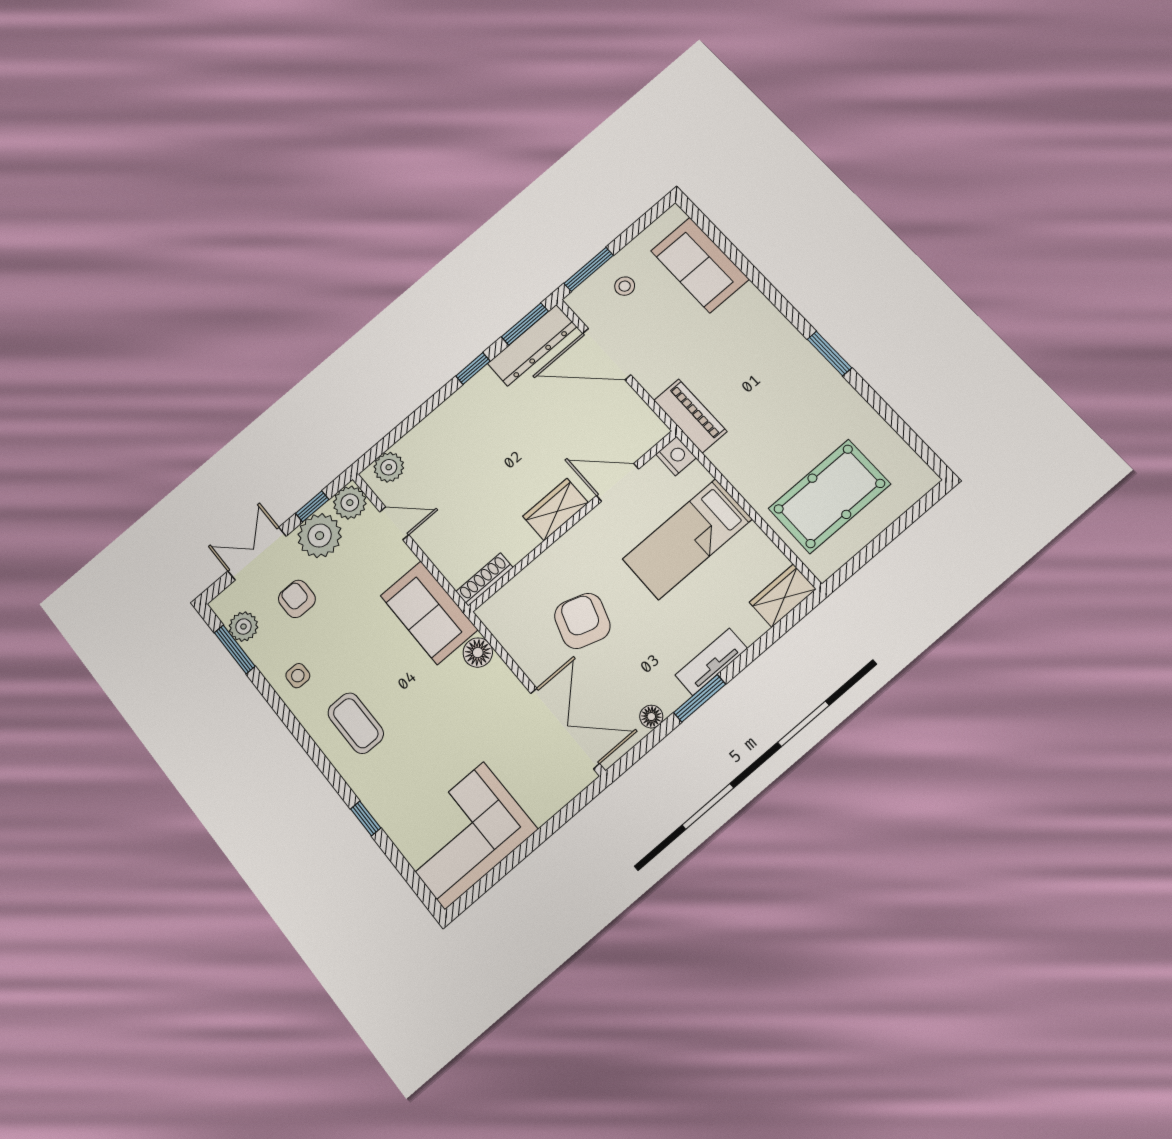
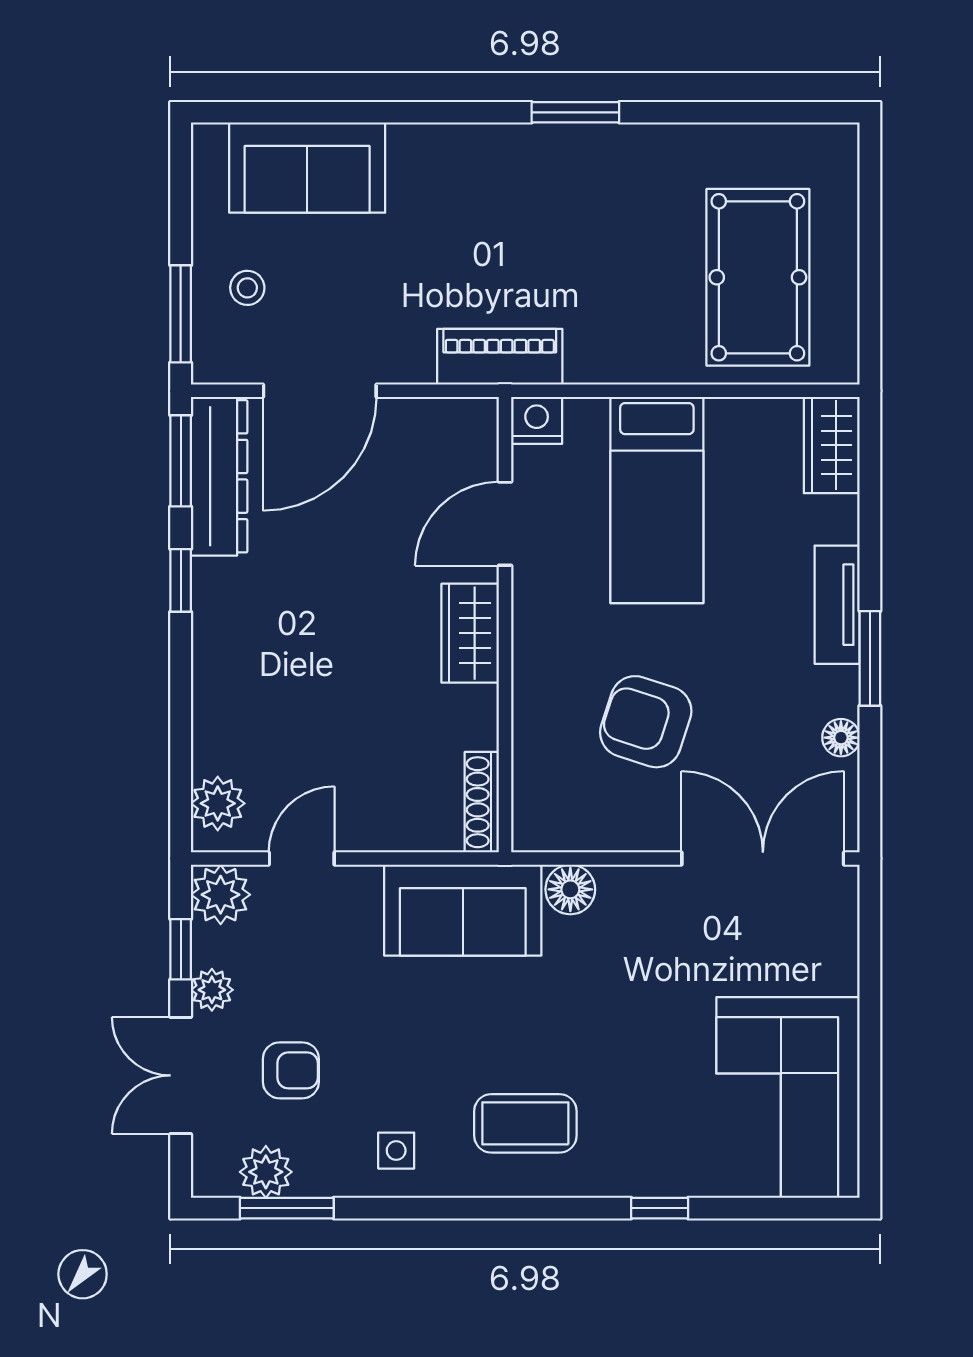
plant: (320, 536) -> (212, 990), width x0.53, depth x0.53
armchair: (297, 599) -> (291, 1070), turned 180

